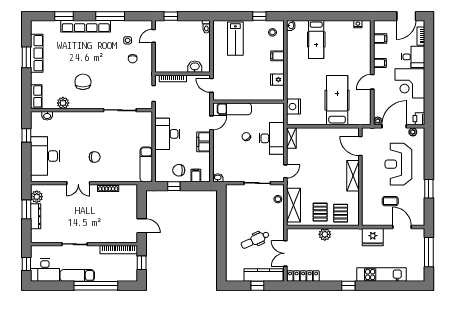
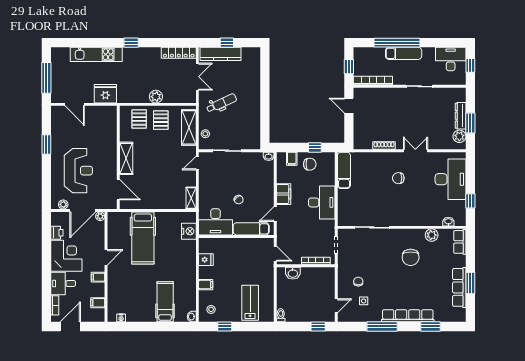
printer: (419, 119) -> (57, 233), moved
desk: (272, 138) -> (216, 222), moved, turned -90
coffee table: (390, 201) -> (87, 132), removed
dental chair: (255, 240) -> (222, 103), moved
exam couch: (77, 275) -> (404, 53), moved

